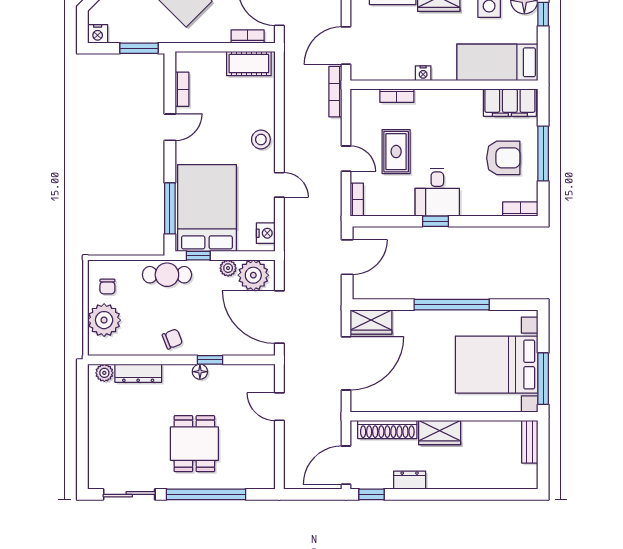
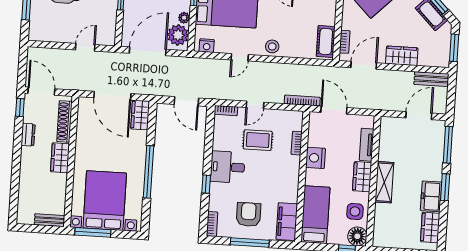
nightstand: (423, 73) -> (315, 158), width x1.89, depth x1.79
armchair: (503, 158) -> (248, 215), turned 180
window: (435, 221) -> (206, 184), moved

